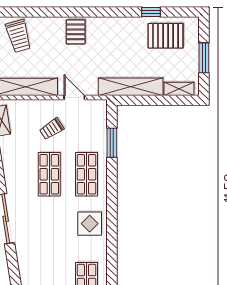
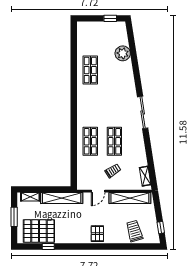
pallet: (166, 36) -> (39, 231), width x1.37, depth x1.41
door: (74, 97) -> (98, 191), hinge flipped
window: (112, 143) -> (74, 162), removed
display table: (90, 224) -> (88, 109), removed

